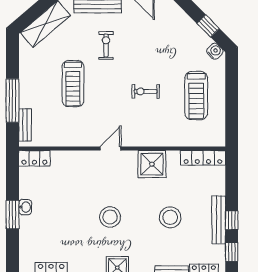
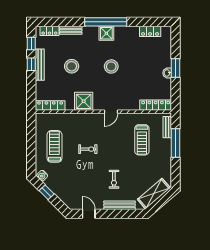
treadmill: (73, 84) -> (142, 140), moved, turned 180
locker: (34, 158) -> (156, 105), width x1.53

